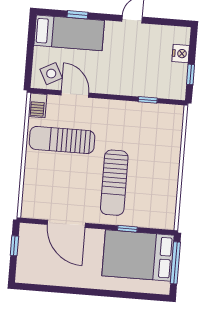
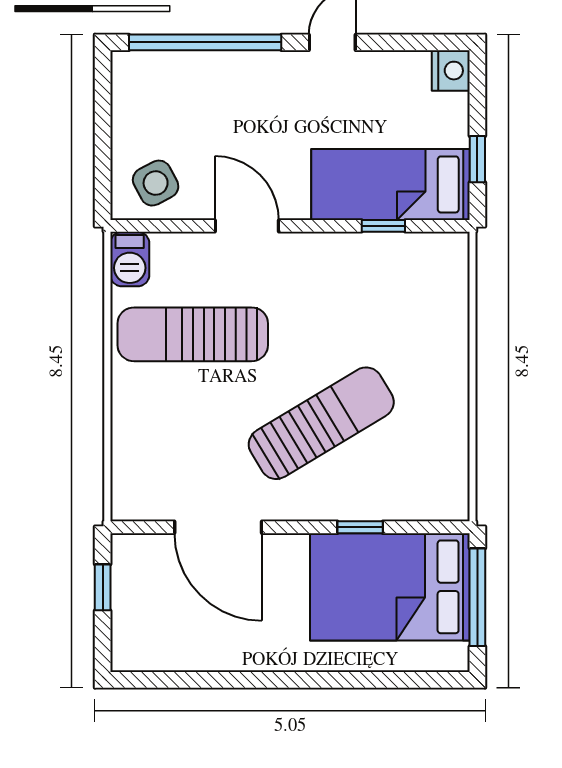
window: (77, 15) -> (205, 42), width x3.17
bed: (69, 33) -> (390, 184), moved, turned 180
nightstand: (181, 53) -> (451, 71), moved
door: (75, 94) -> (247, 226), moved
sun lounger: (114, 183) -> (321, 423), turned -121

